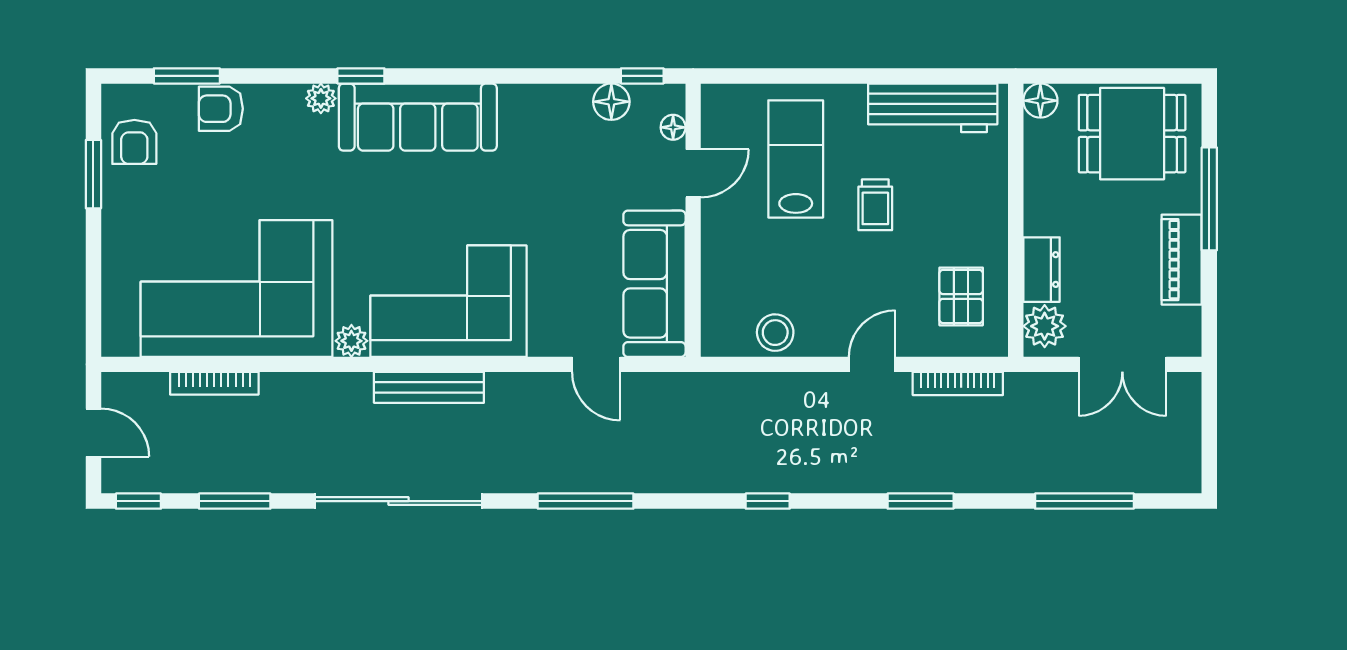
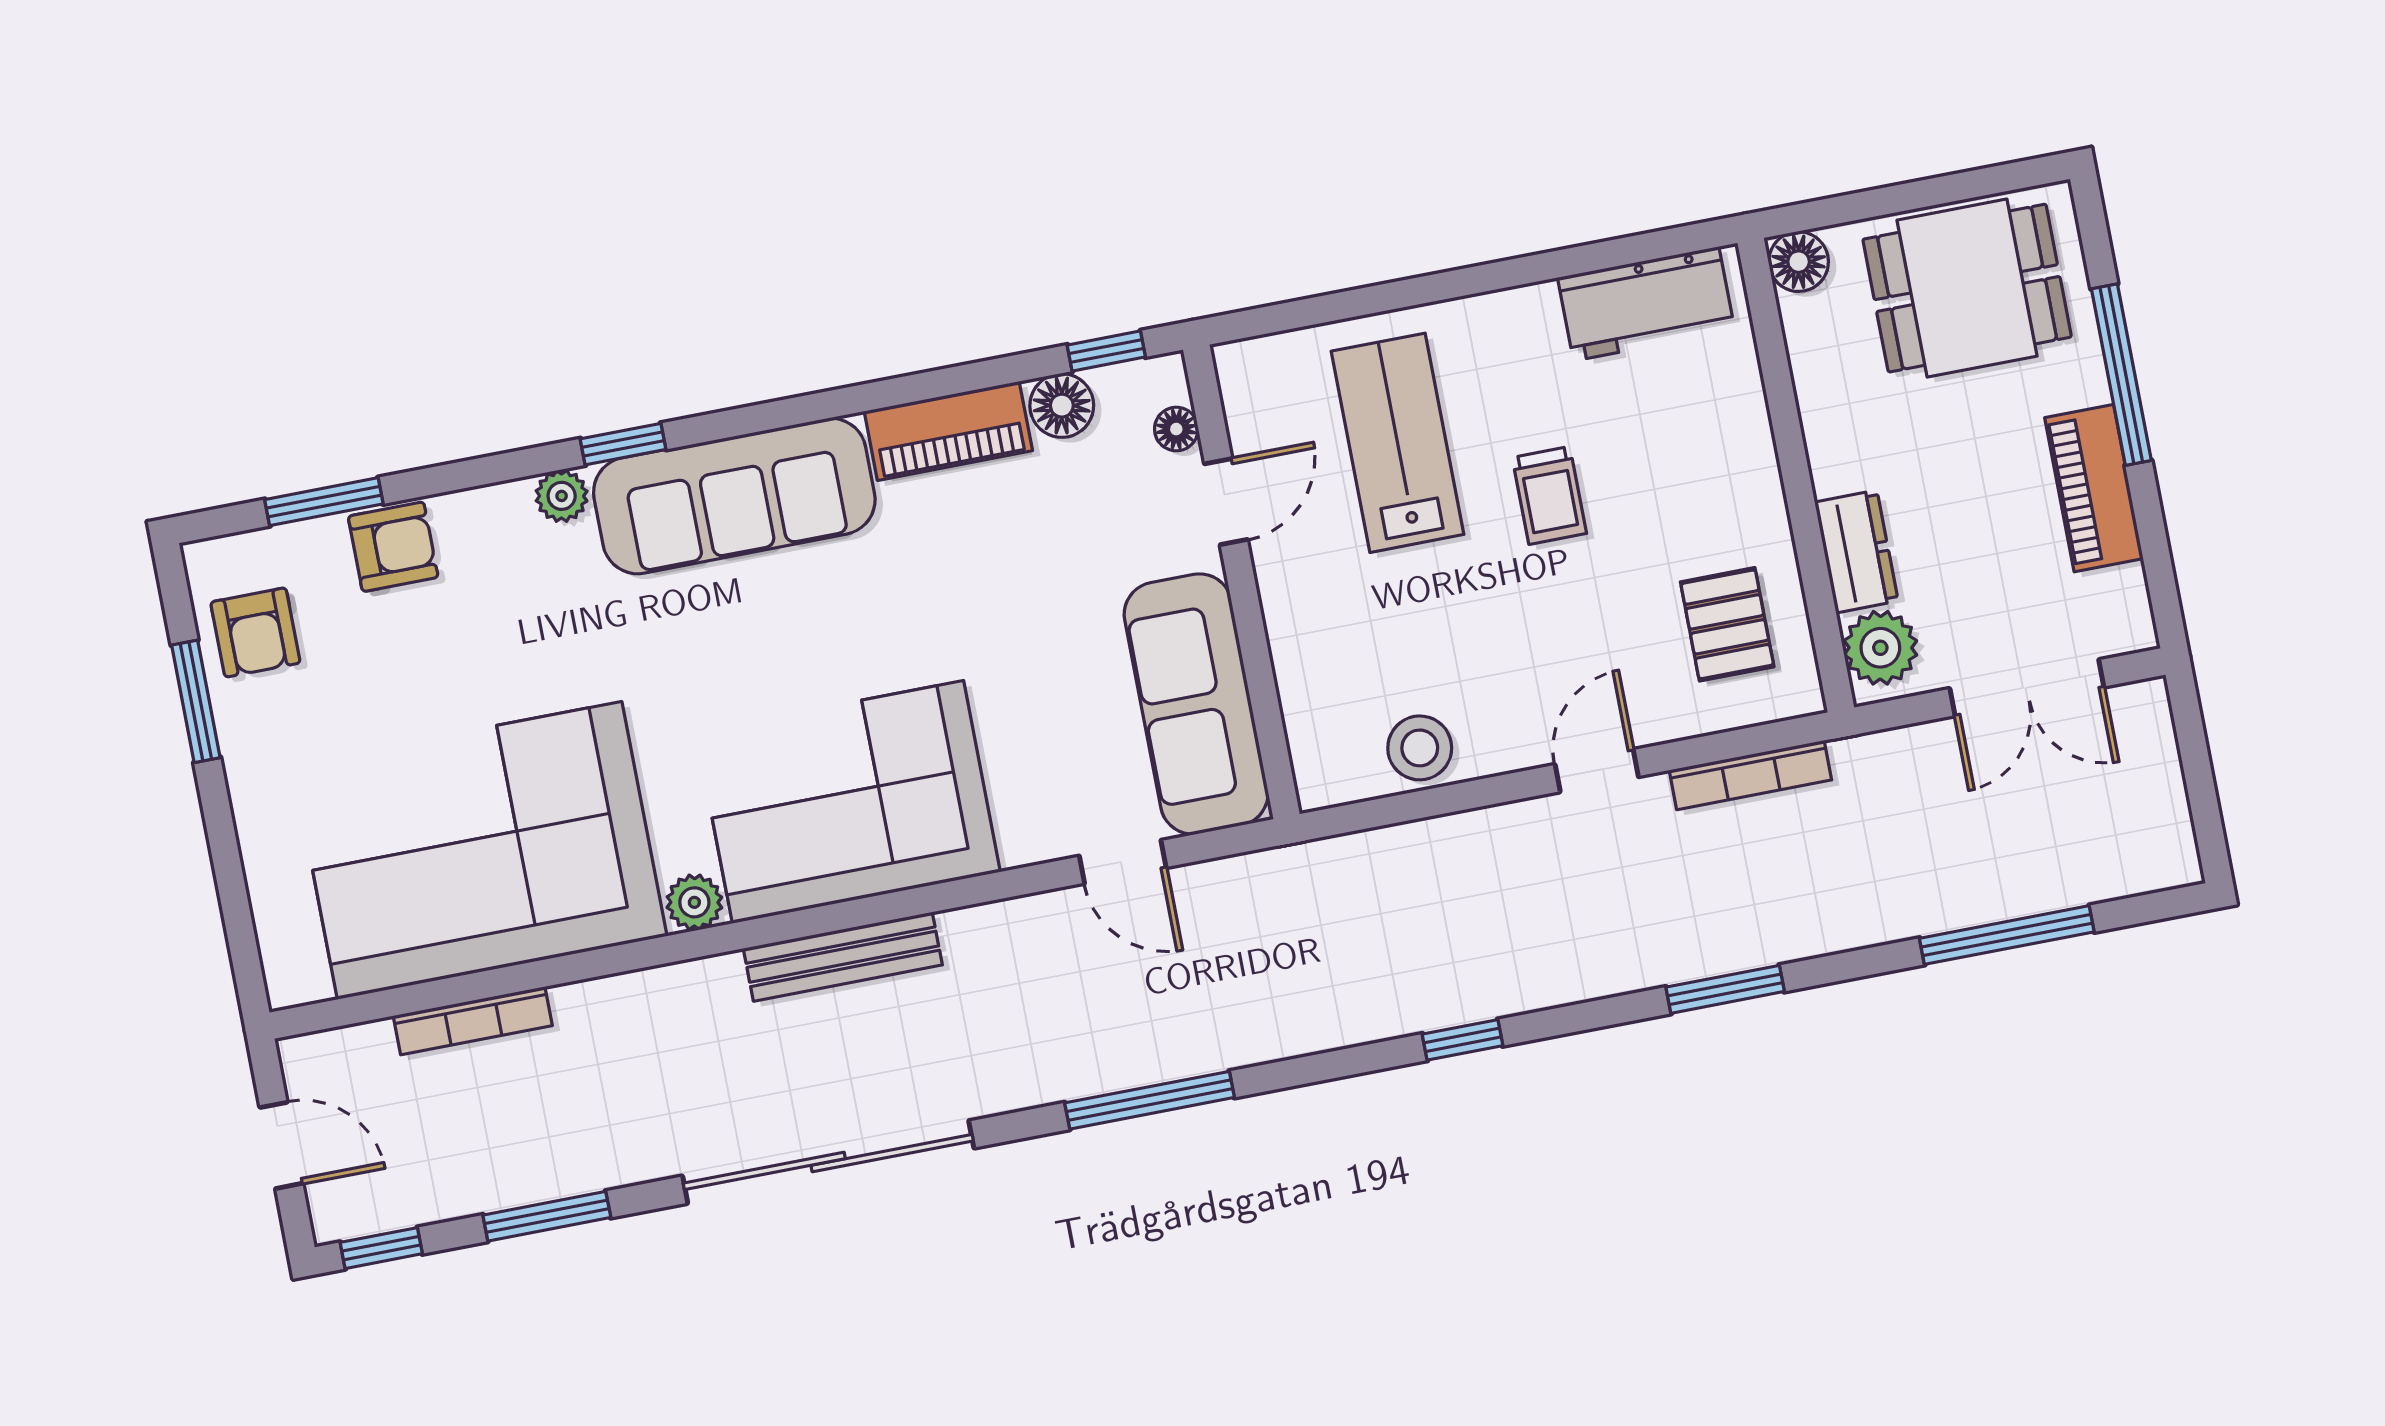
piano: (545, 104) -> (948, 431), added
workbench: (933, 108) -> (1646, 304), width x0.73
armchair: (221, 109) -> (393, 547), turned 180

